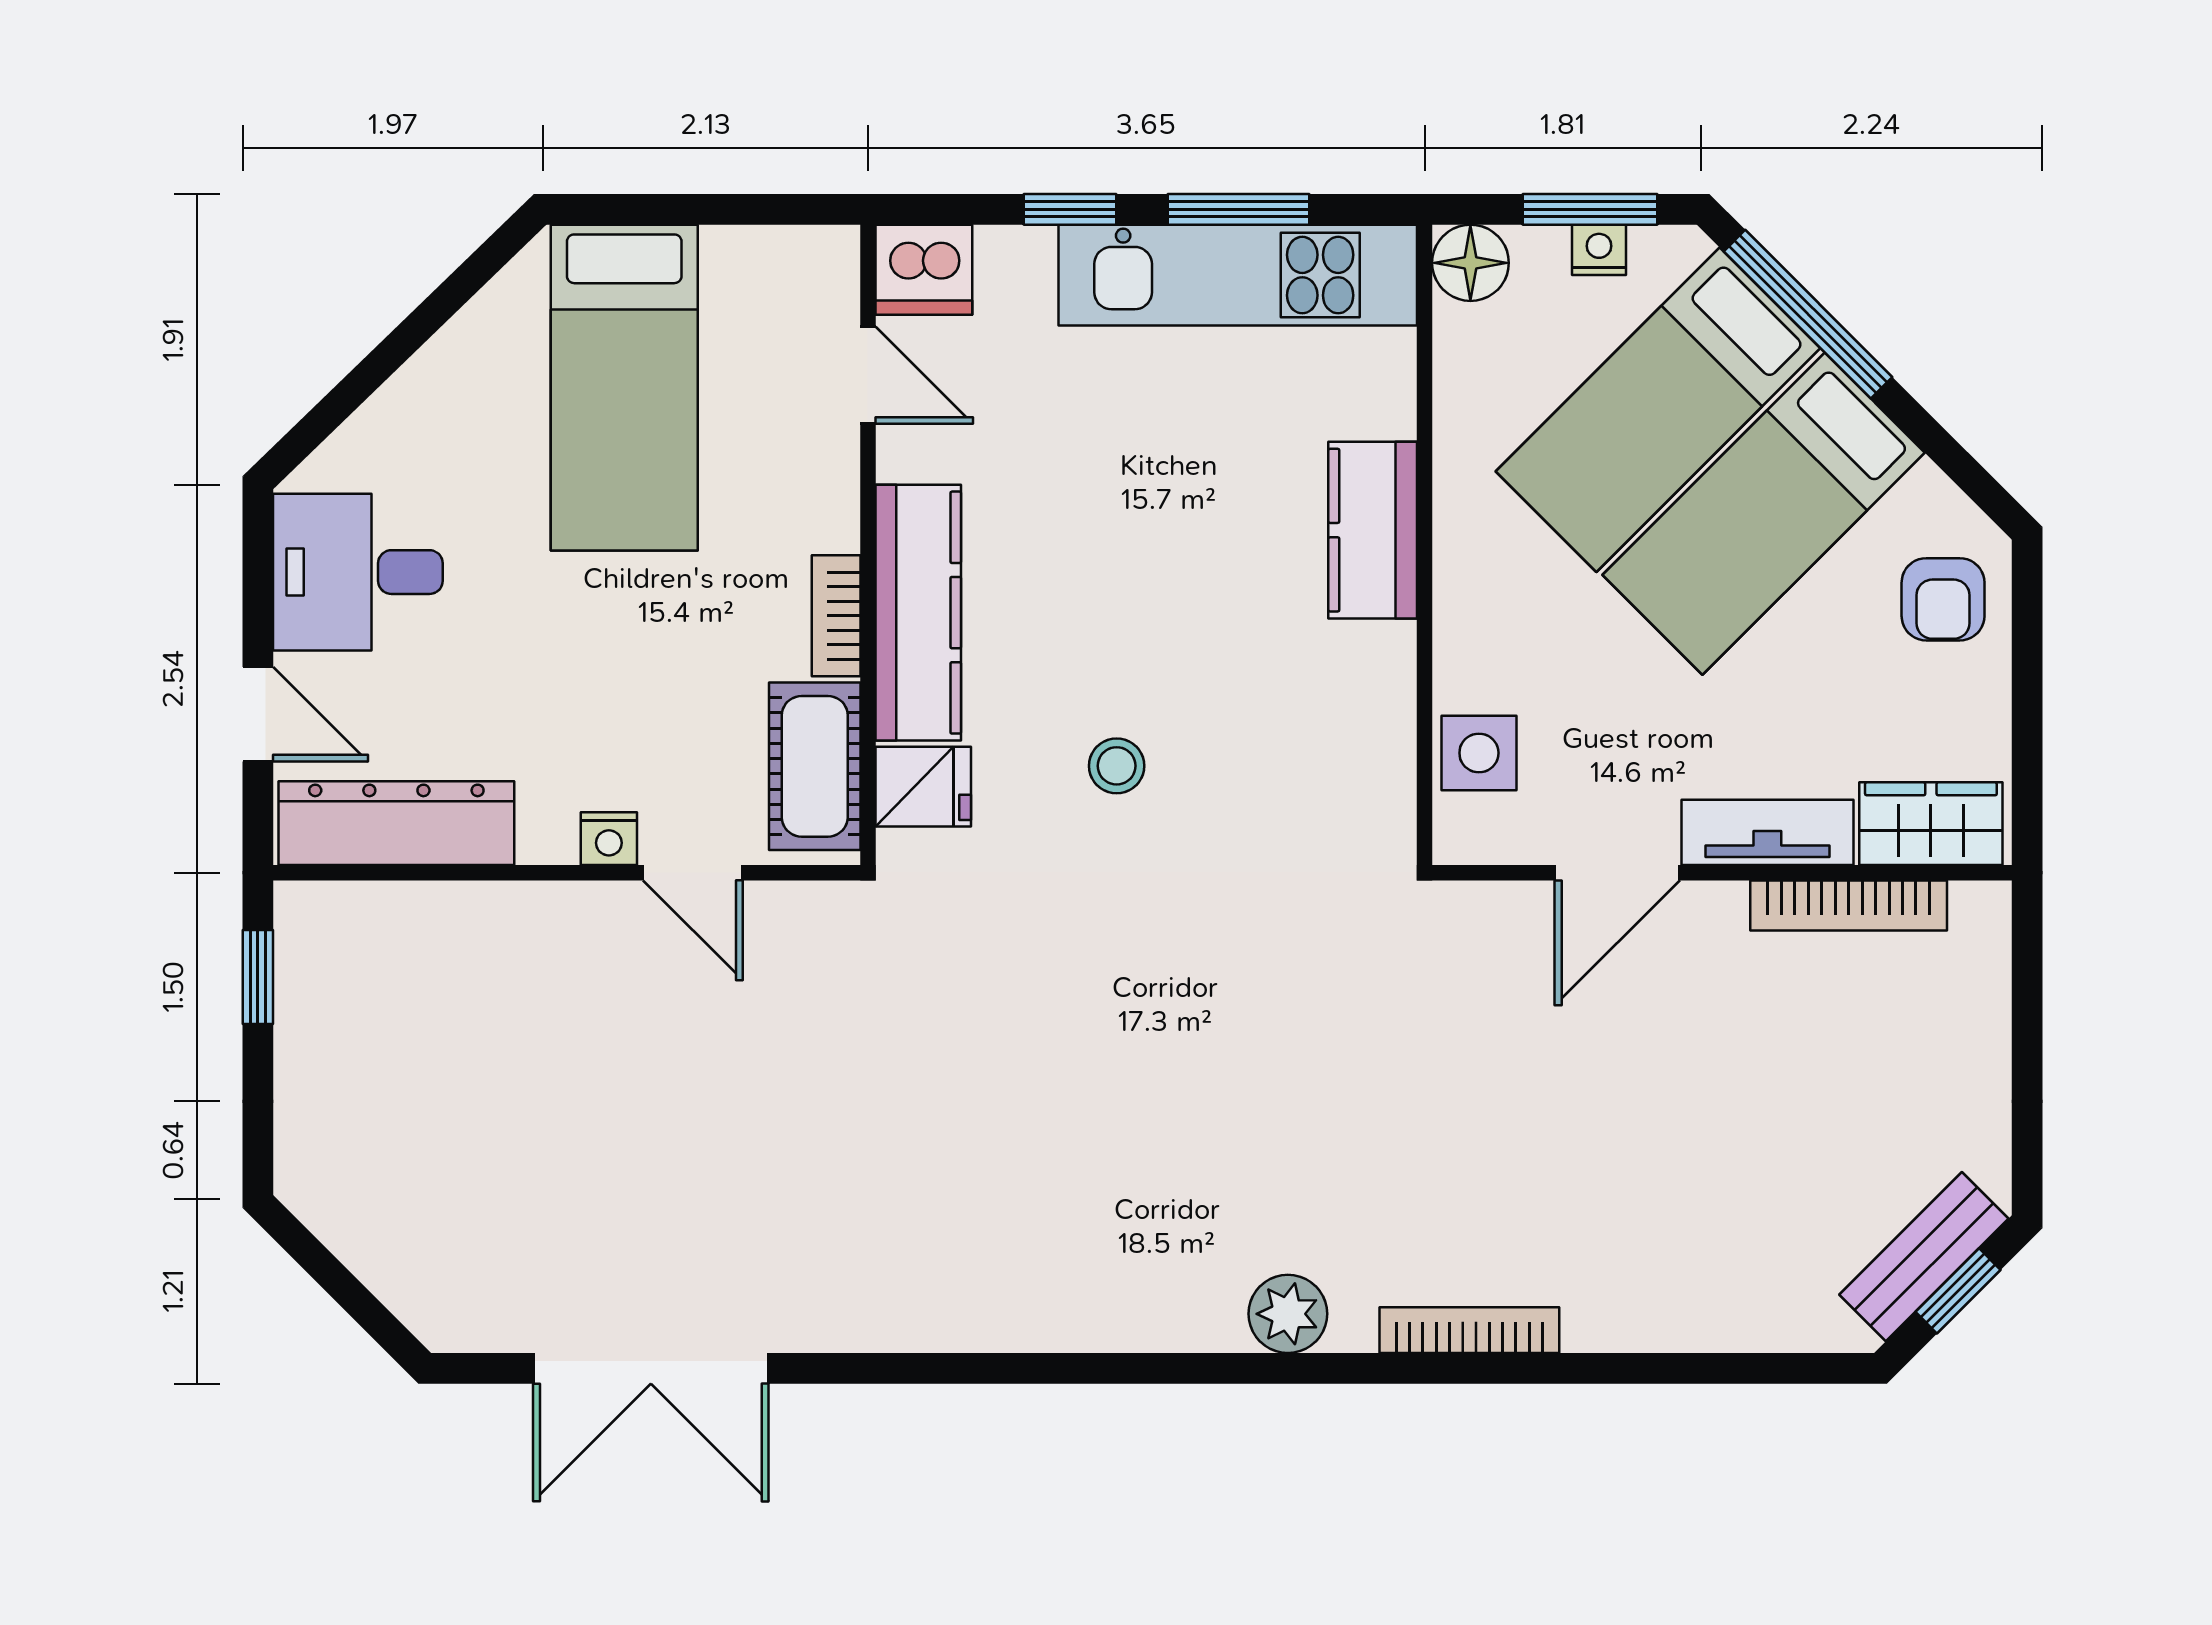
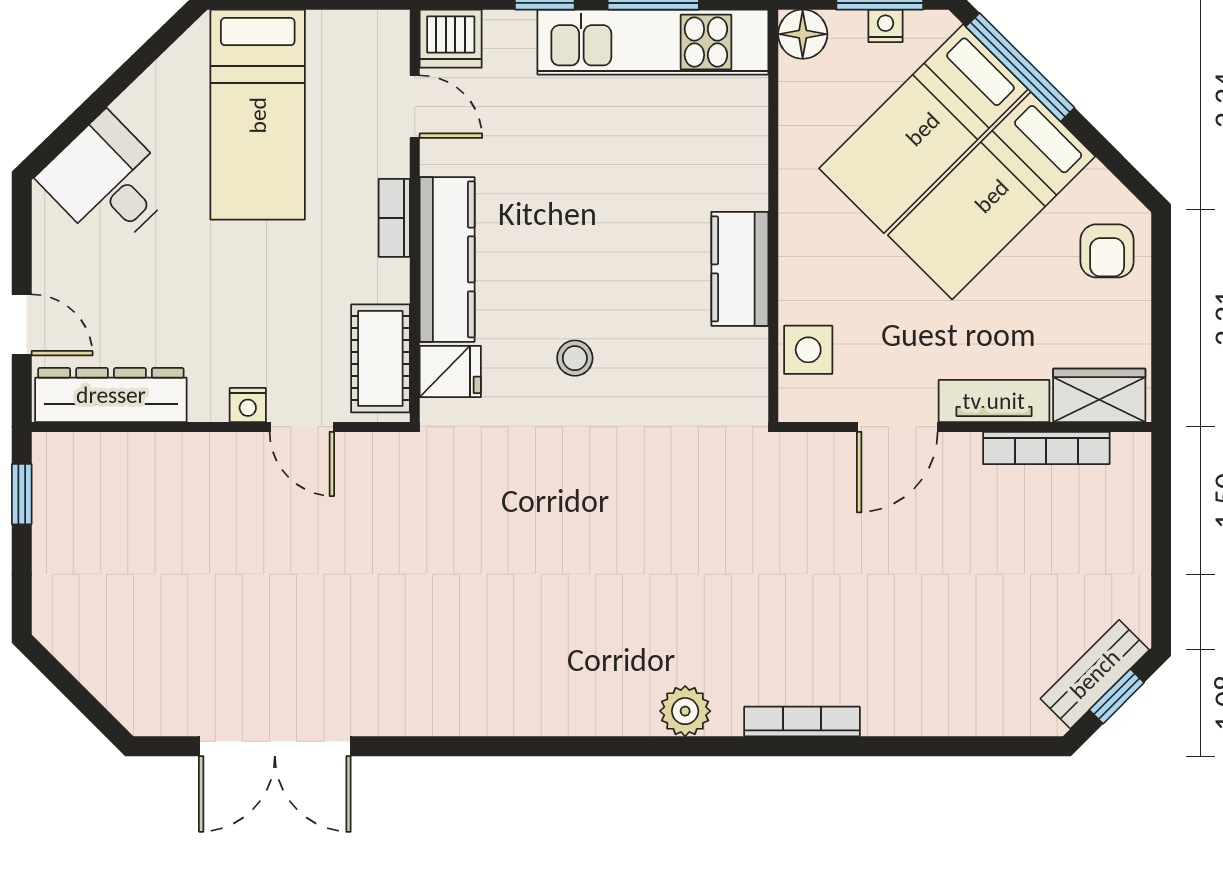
kitchen counter: (1373, 530) -> (740, 269), moved
desk: (358, 572) -> (108, 182), moved, turned 46
bookcase: (836, 616) -> (394, 218), moved

